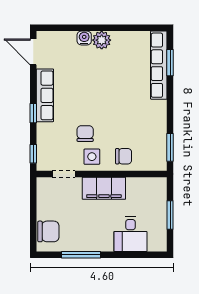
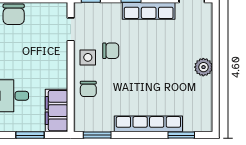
water cooler: (84, 38) -> (206, 50), removed
row of seats: (159, 65) -> (148, 124), moved
filing cabinet: (104, 188) -> (56, 111), moved

